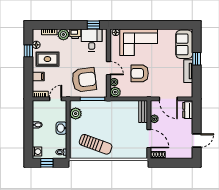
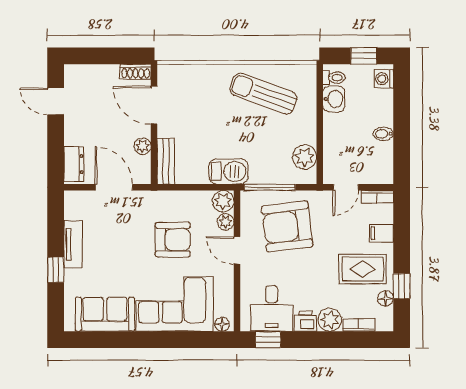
sofa: (184, 44) -> (105, 314), moved, turned -90
barbecue: (113, 107) -> (229, 171), added
washbasin: (61, 128) -> (334, 99), moved
door: (197, 141) -> (56, 101), hinge flipped

